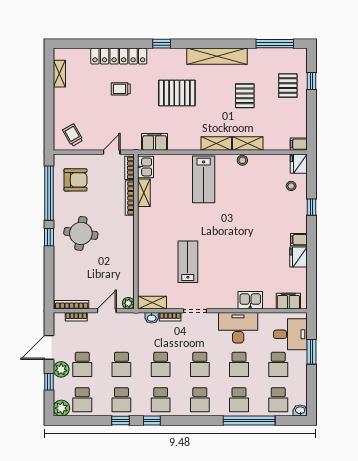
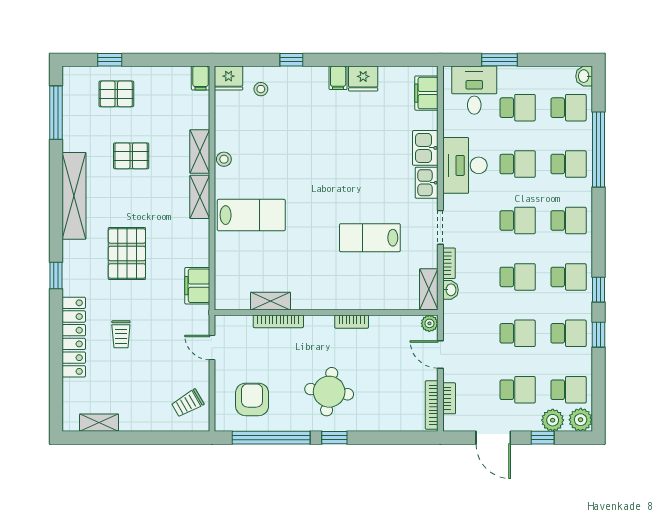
kitchen sink: (146, 167) -> (427, 183), moved, turned -90
bookcase: (130, 168) -> (352, 322), moved
plant: (61, 369) -> (553, 420), moved

